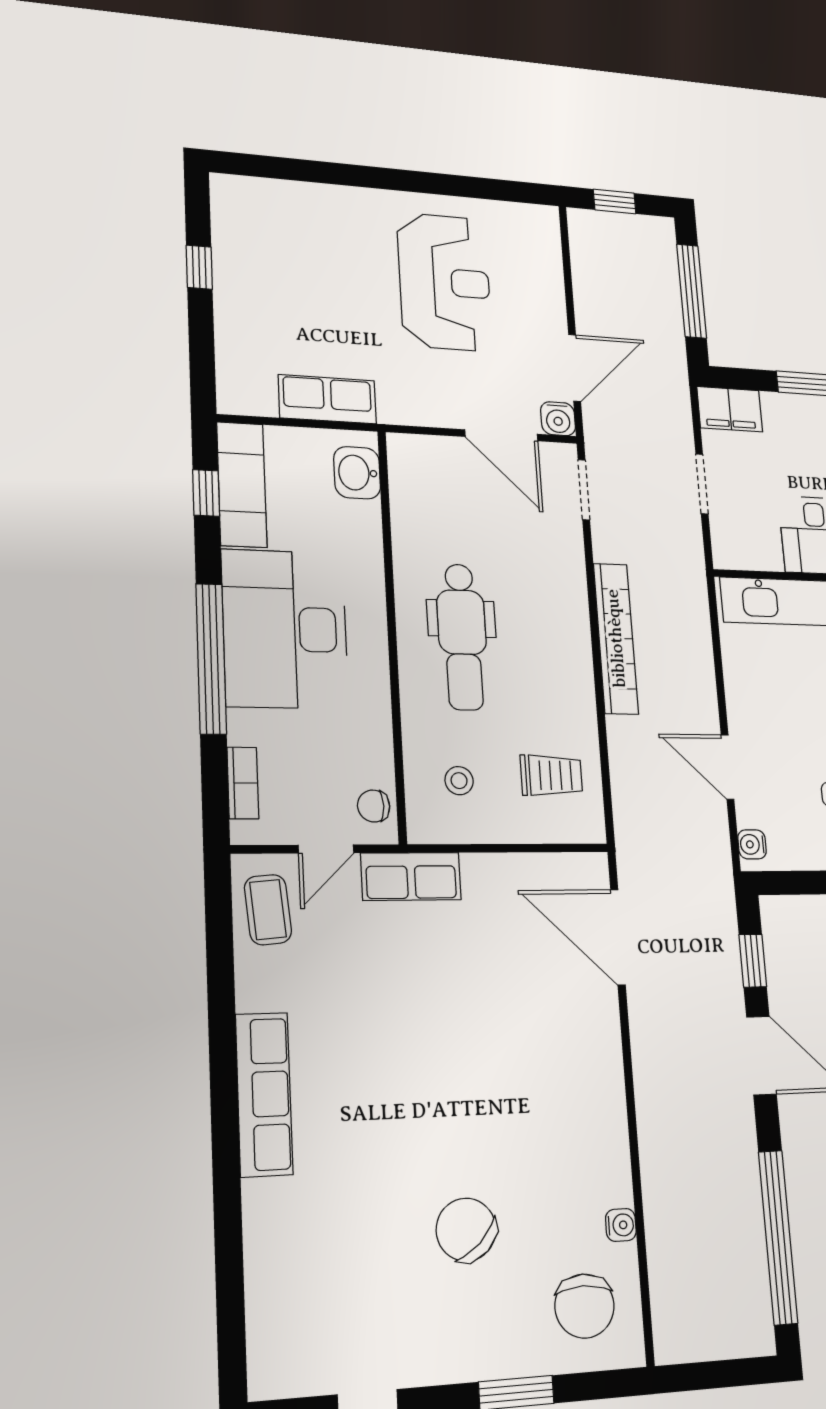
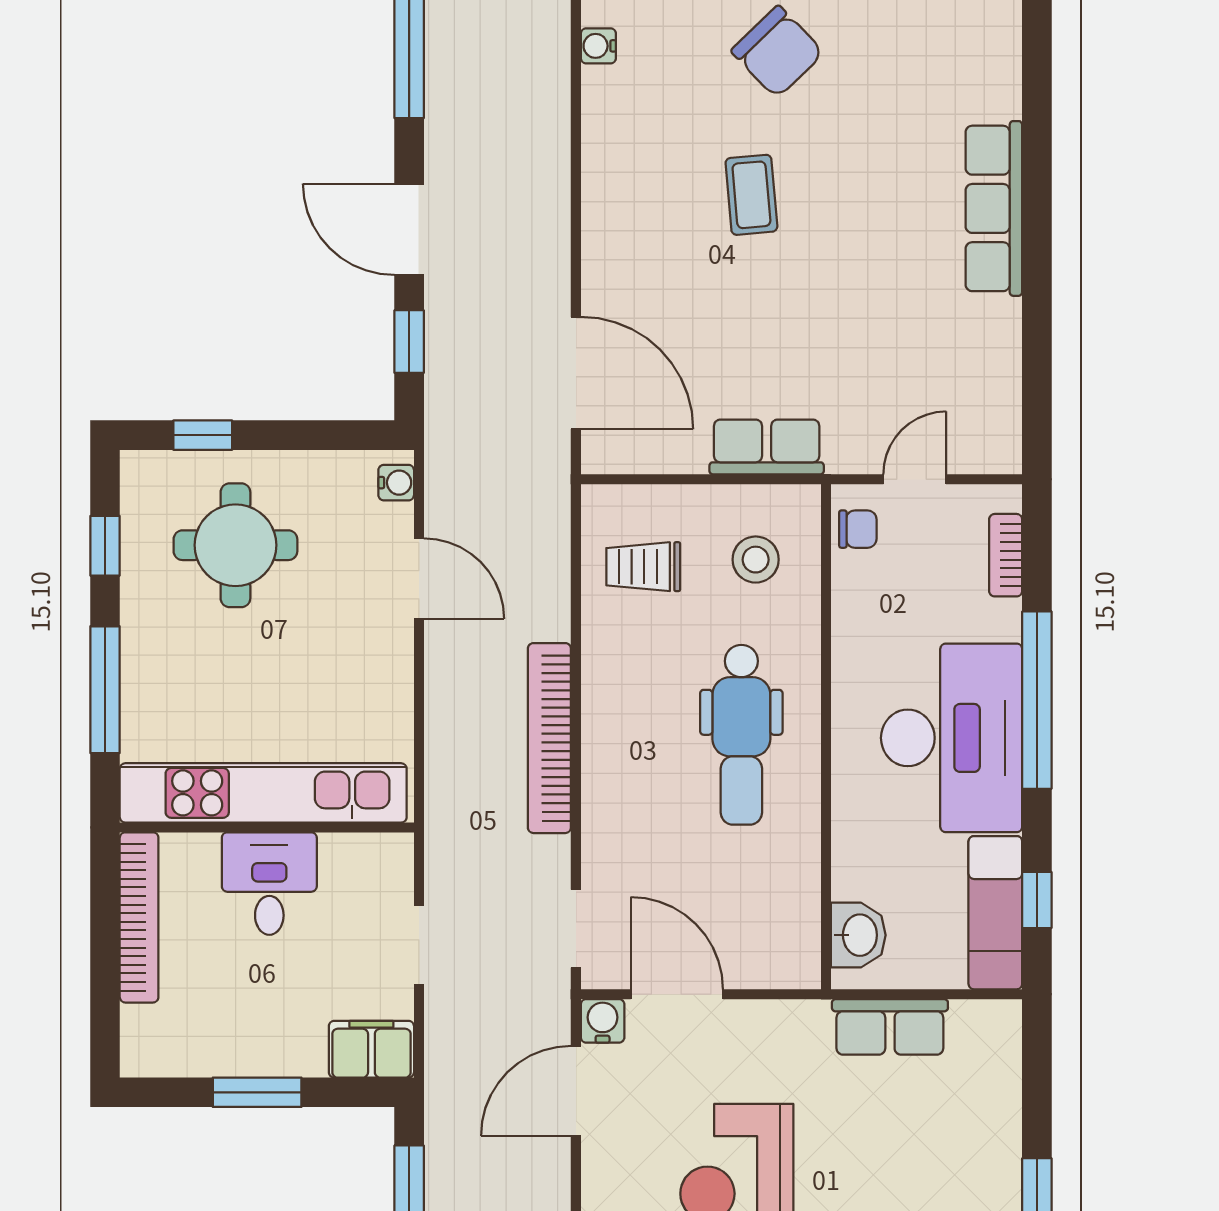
dental chair: (462, 637) -> (741, 735), turned 180
stool: (459, 781) -> (756, 560), width x1.37, depth x1.37
row of seats: (411, 876) -> (767, 447), moved
coffee table: (268, 910) -> (751, 195), moved

